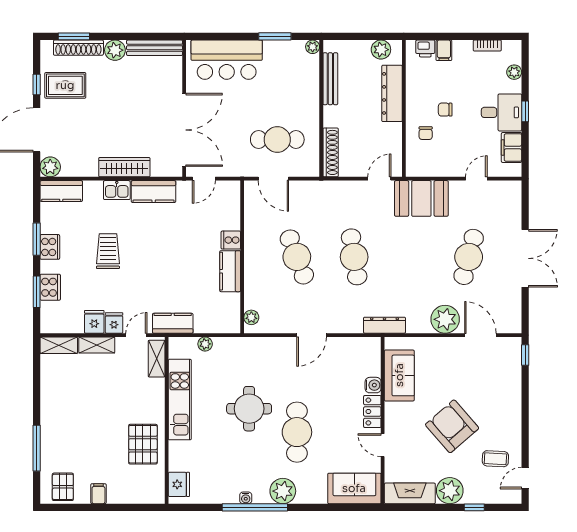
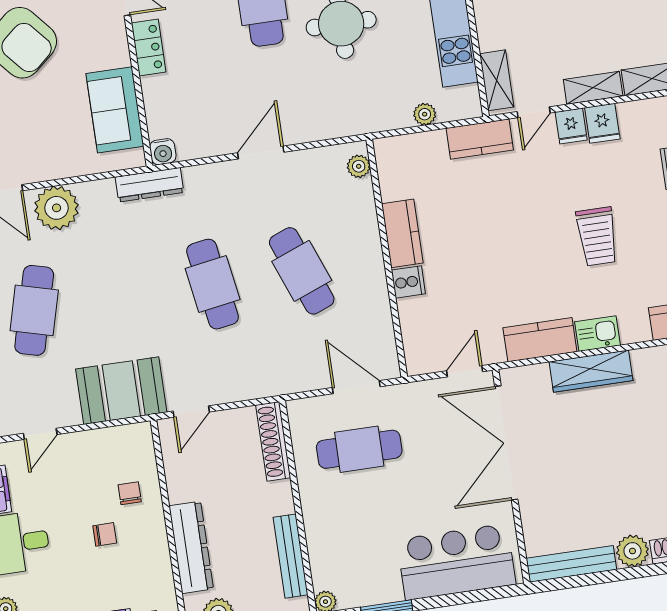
water cooler: (373, 385) -> (163, 152), moved, turned -90

